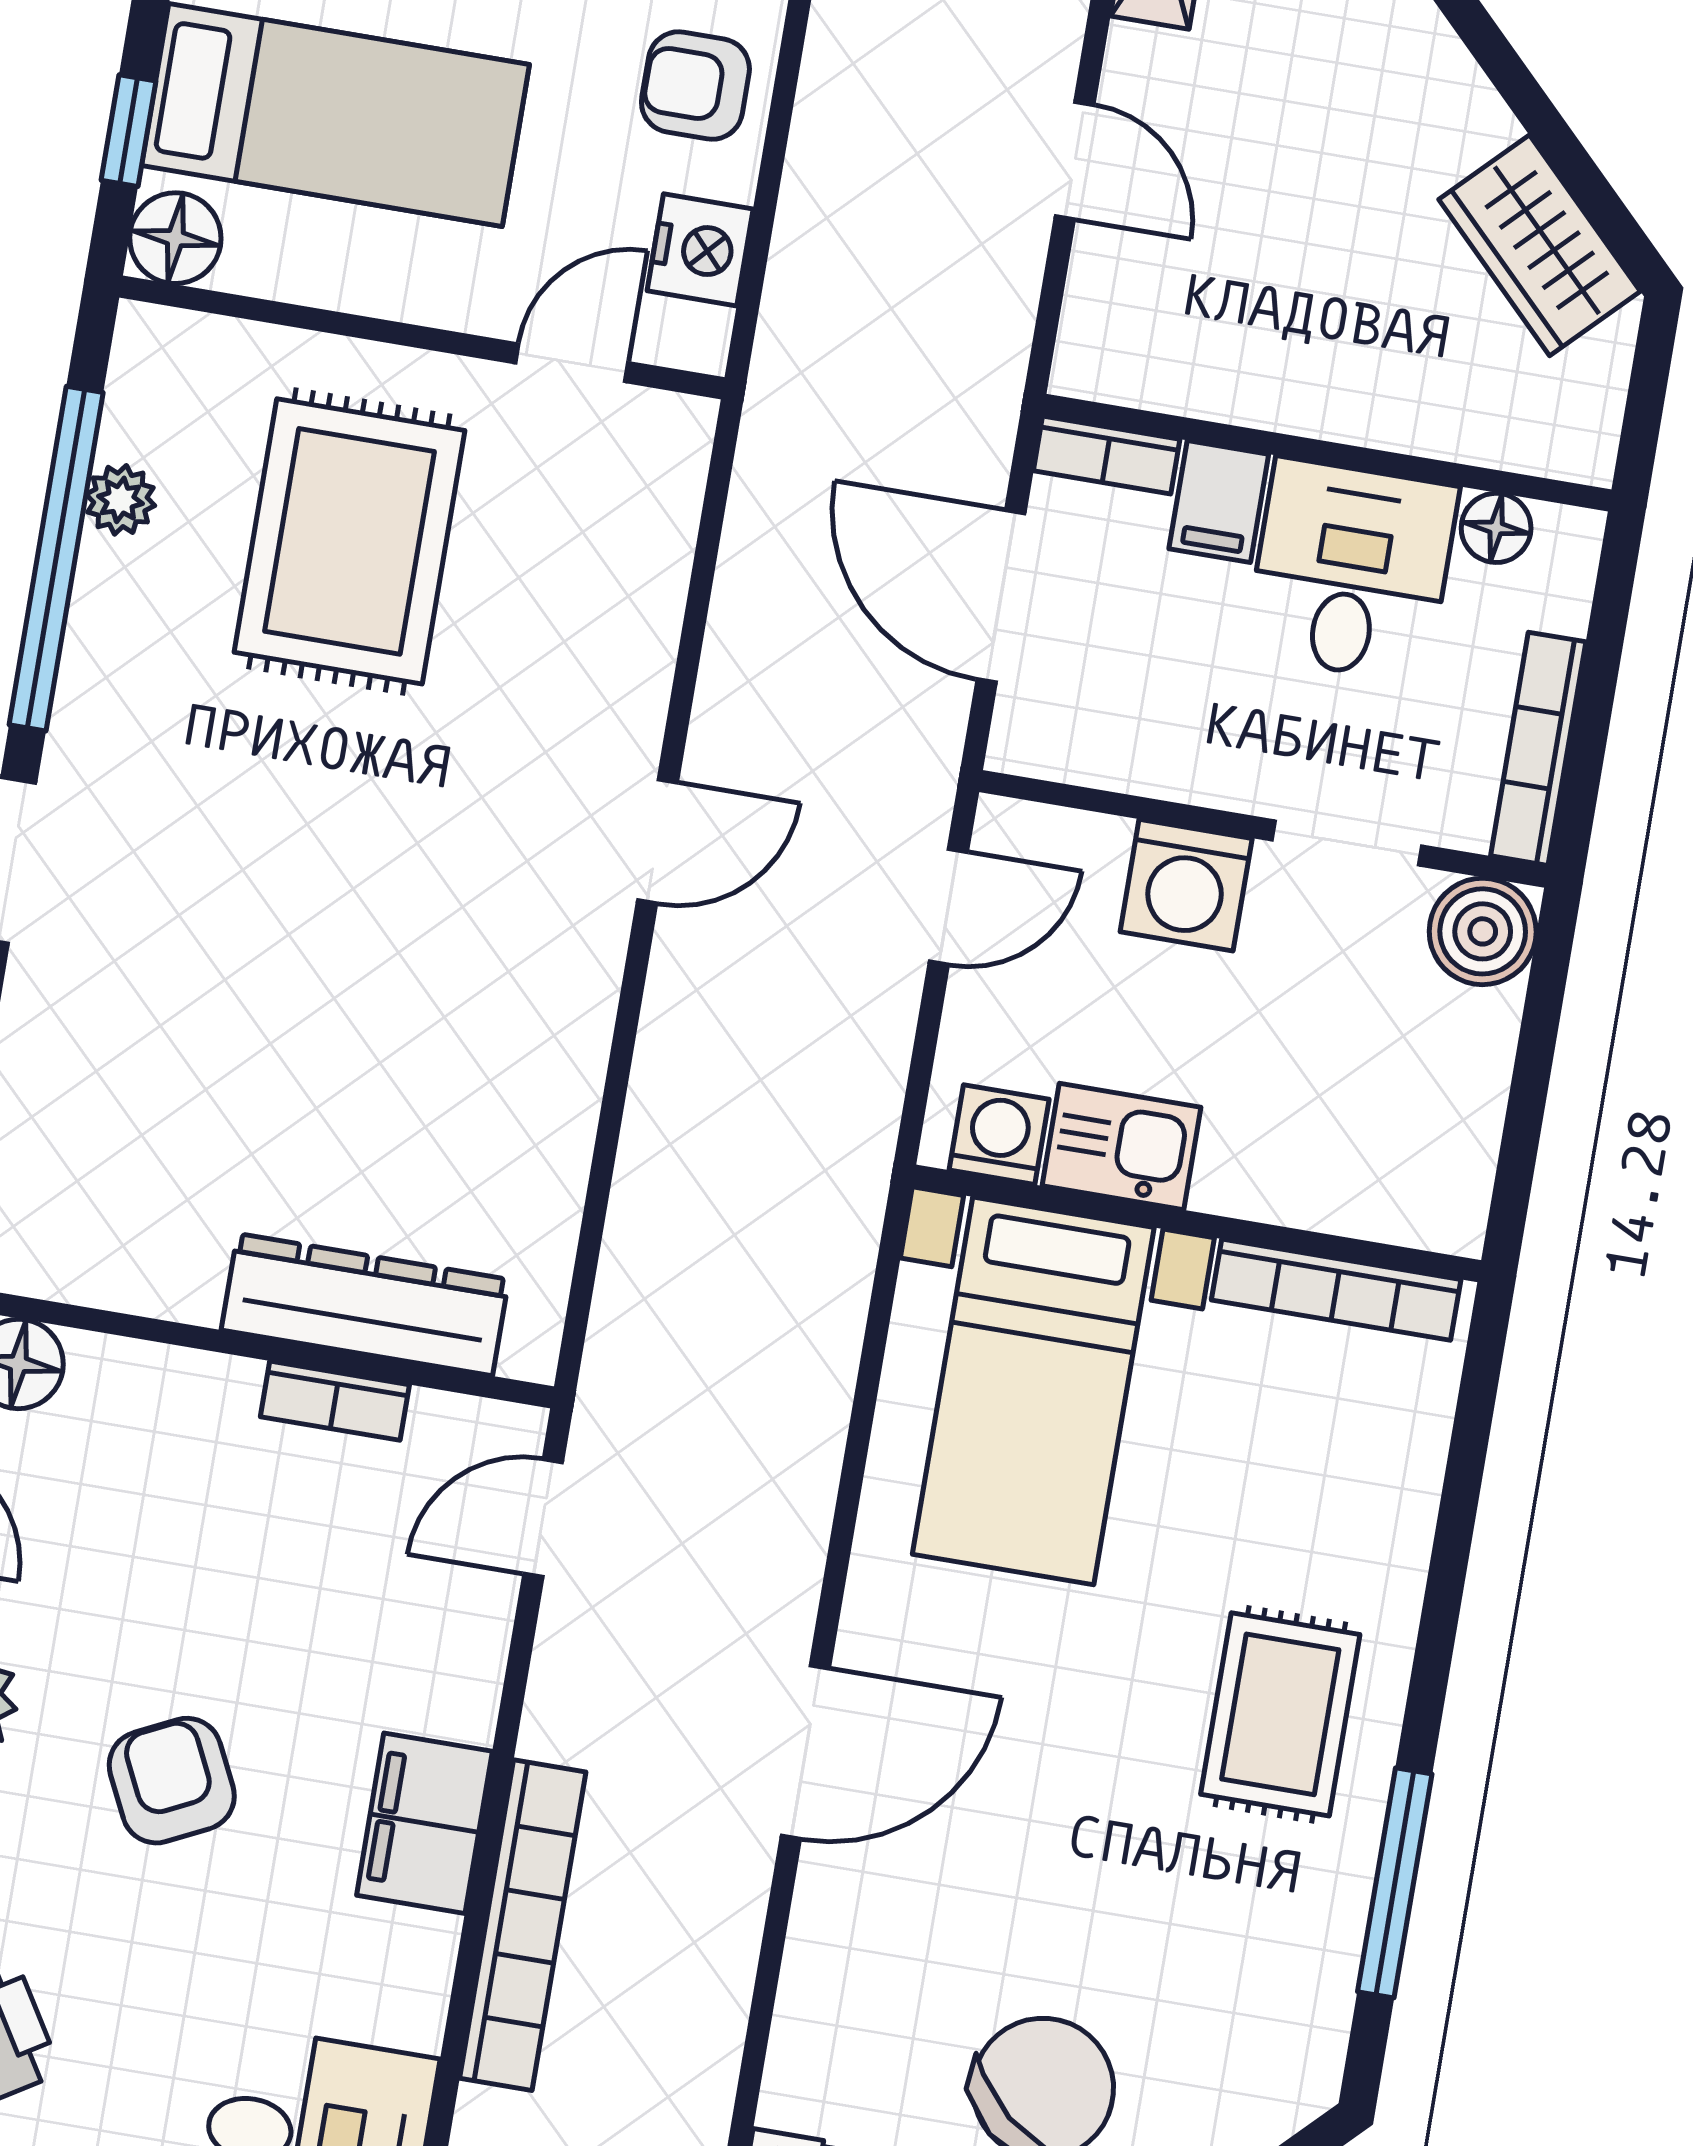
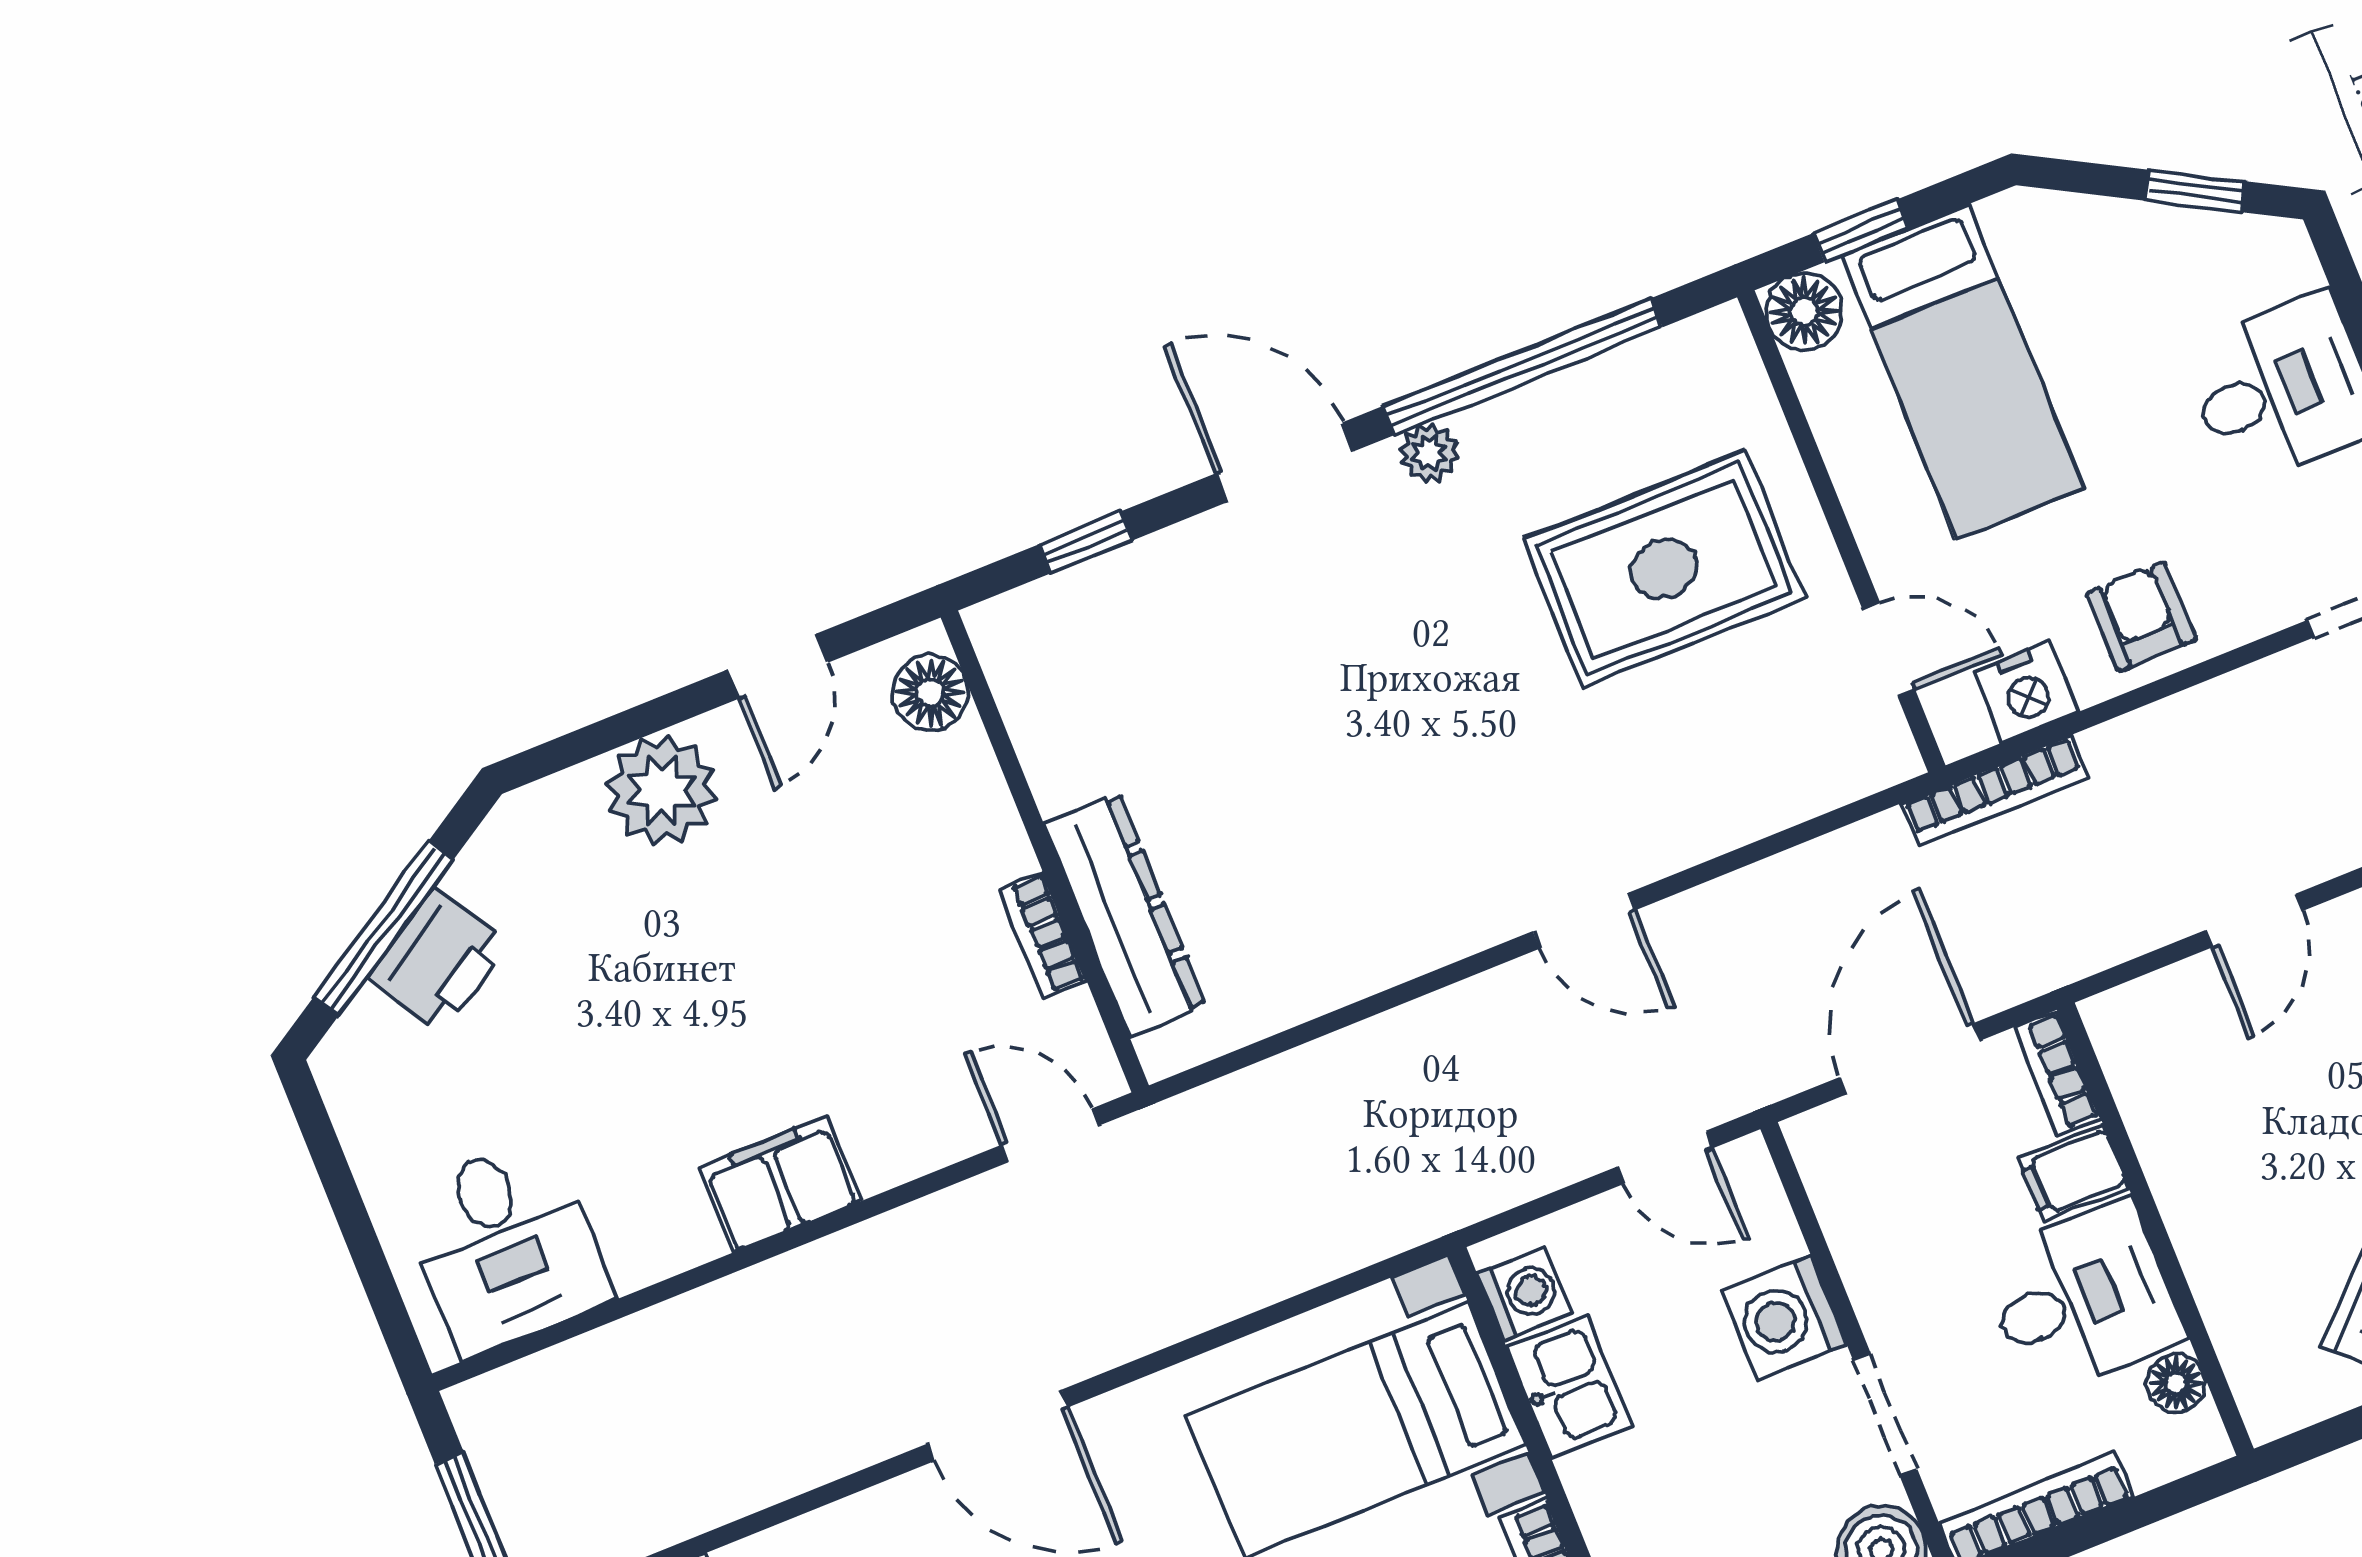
plant: (120, 500) -> (1429, 453), moved
armchair: (172, 1781) -> (699, 985), removed
bookcase: (523, 1925) -> (1995, 791), moved, width x0.68, depth x0.76

